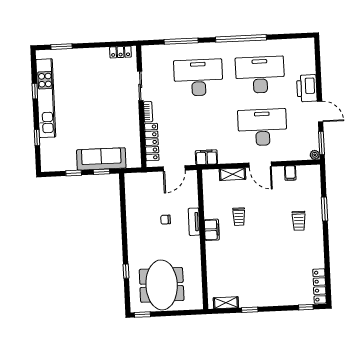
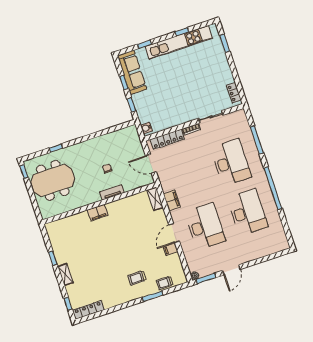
printer: (307, 88) -> (247, 254), removed
filing cabinet: (206, 157) -> (172, 200), moved
sofa: (101, 159) -> (132, 72), moved
water cooler: (132, 162) -> (146, 128), added
filing cabinet: (290, 173) -> (171, 249), moved
shelving: (232, 174) -> (155, 199), moved
trolley: (239, 217) -> (165, 283), moved
filing cabinet: (212, 230) -> (98, 213), moved
shelving: (226, 303) -> (65, 275), moved

